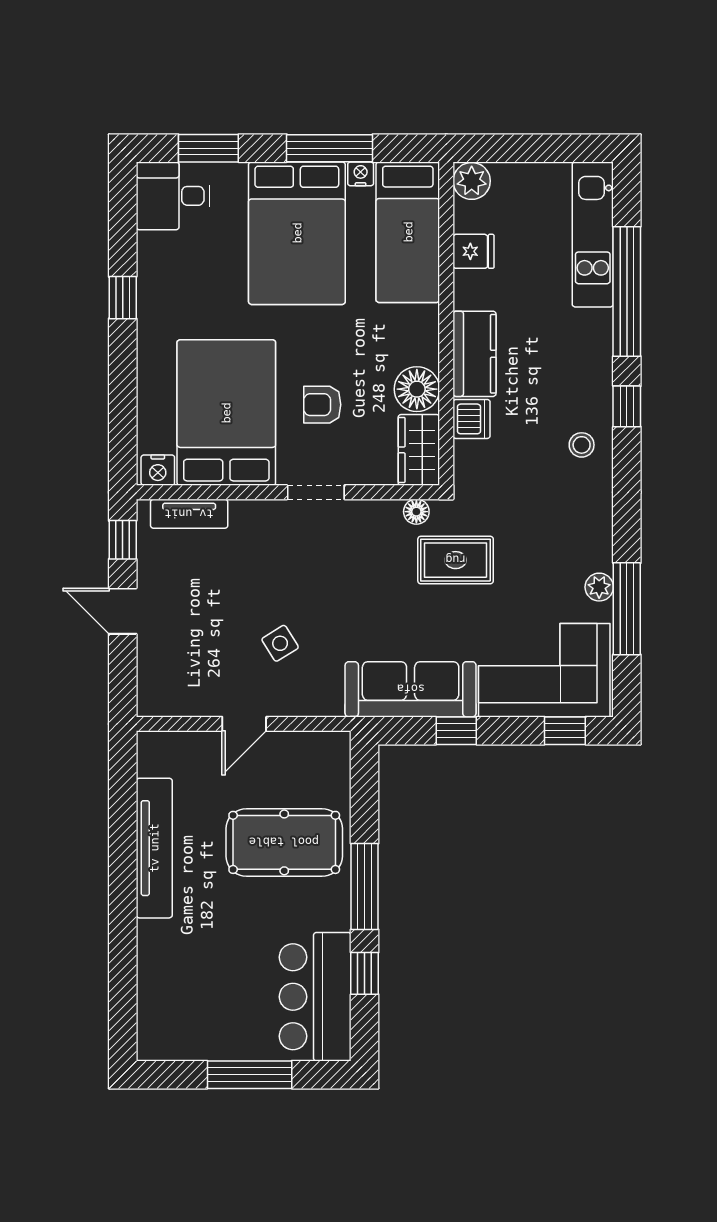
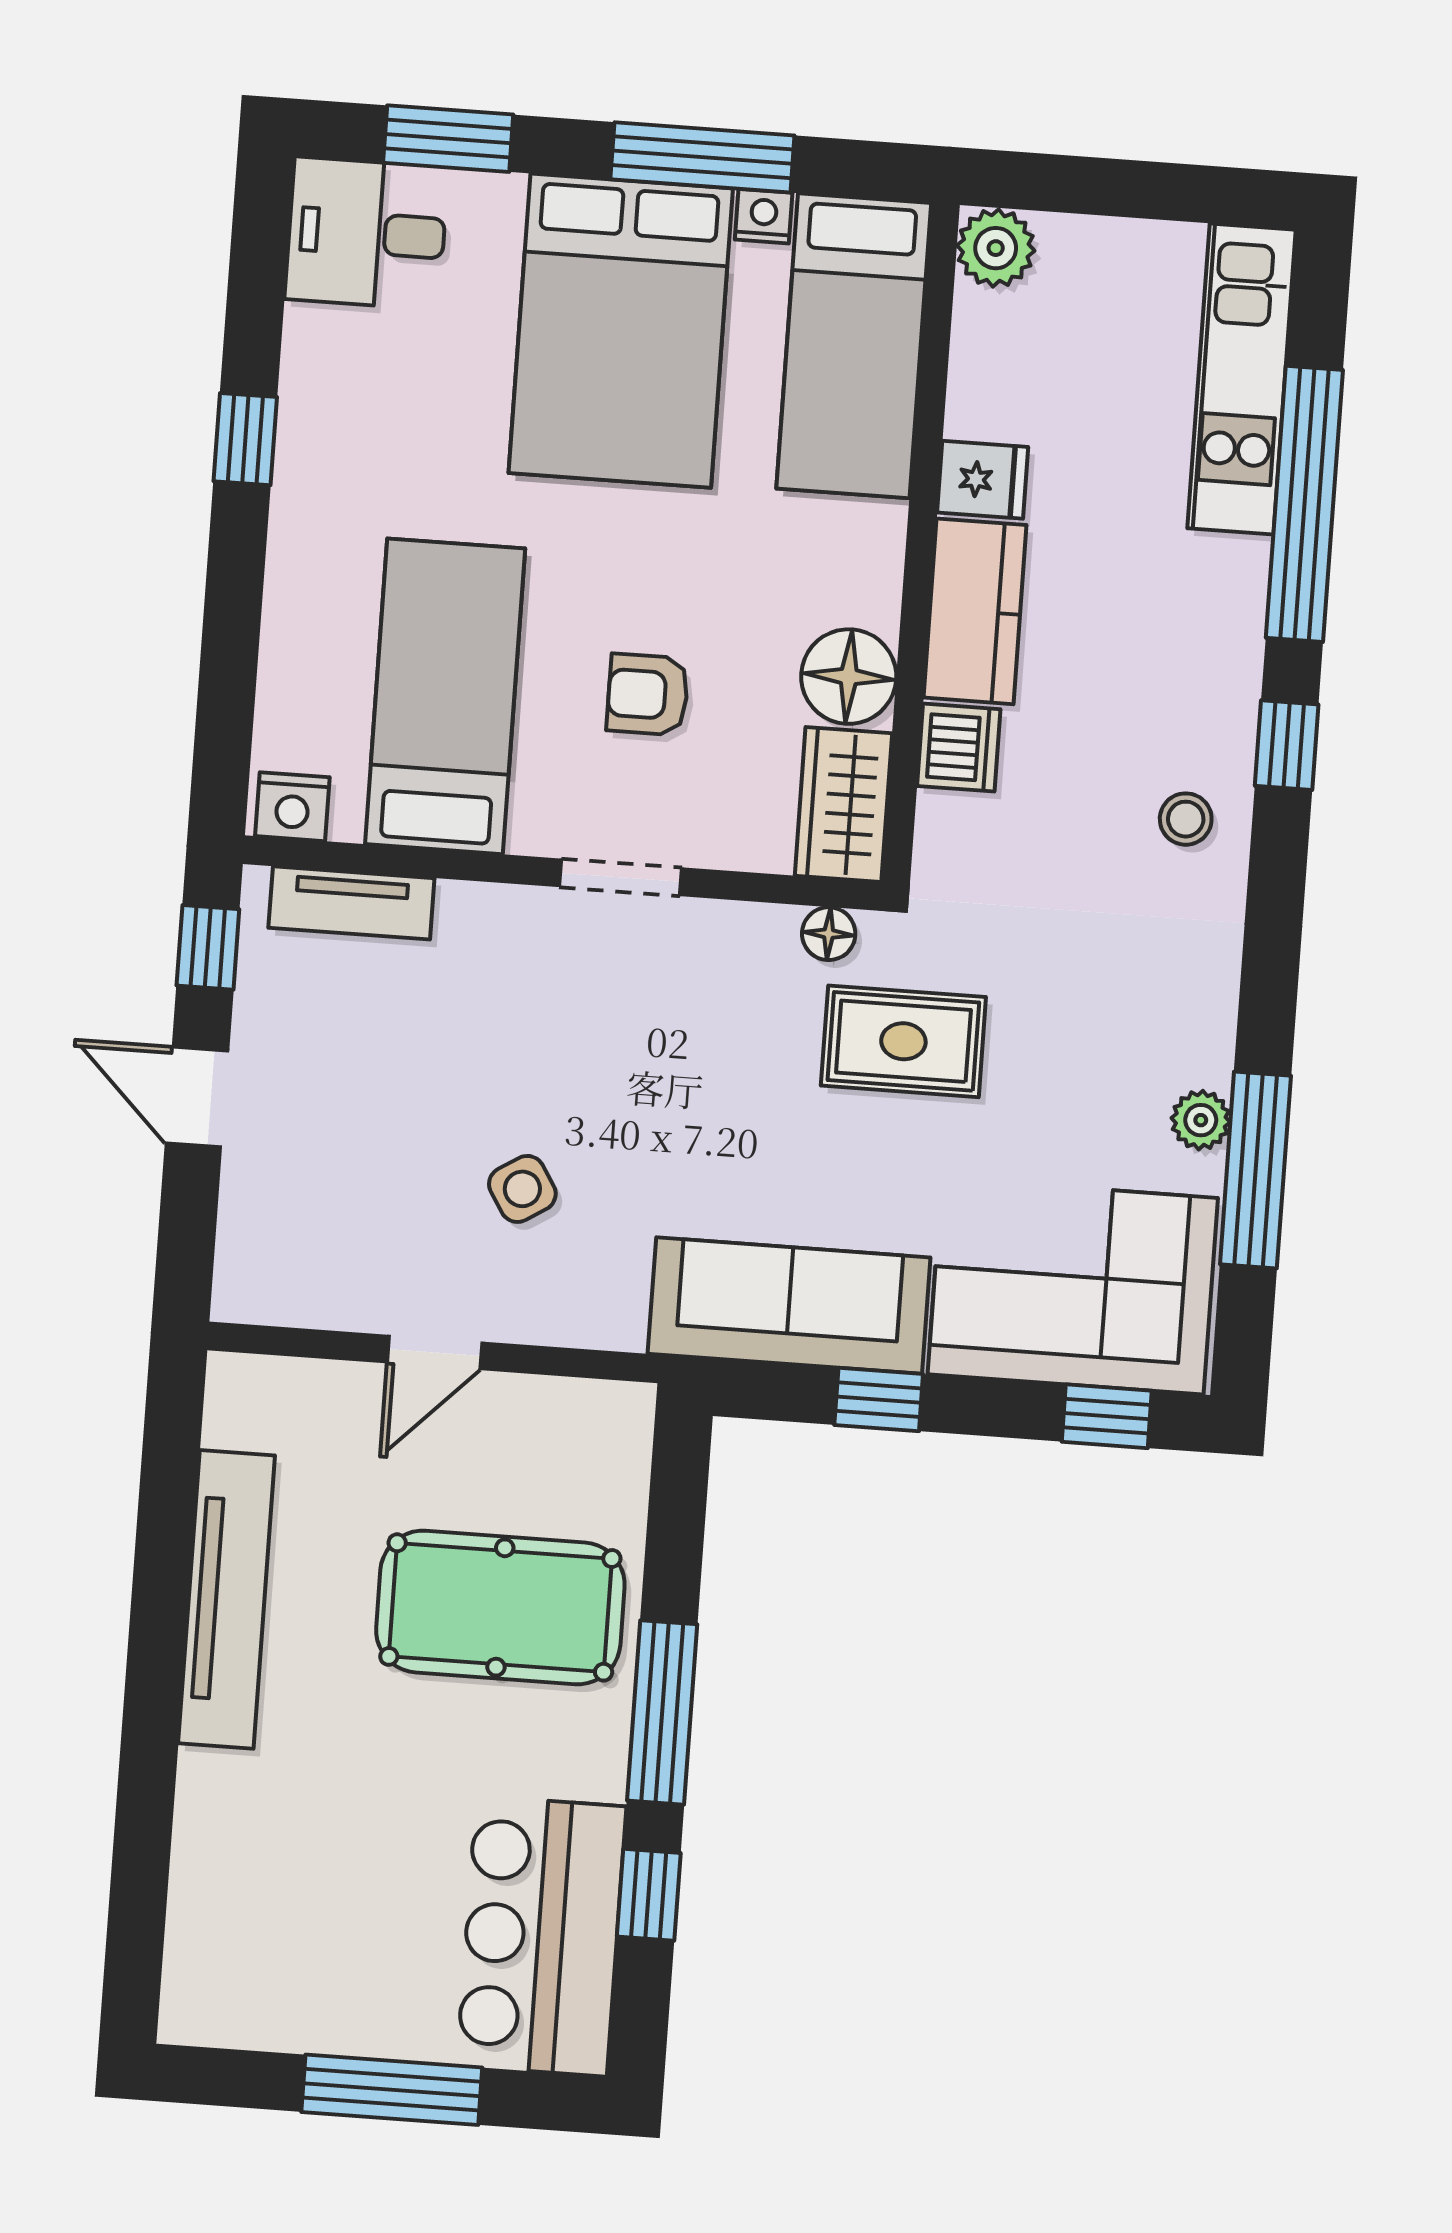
fridge: (474, 251) -> (983, 480), moved
bed: (226, 413) -> (445, 696), width x0.67

